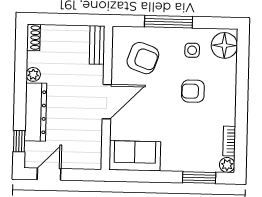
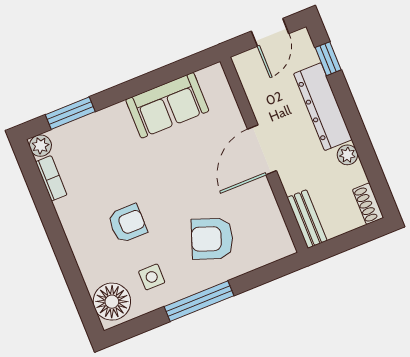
bench: (97, 45) -> (307, 219), moved
wall: (107, 98) -> (264, 155), moved
door: (107, 102) -> (262, 150), moved

